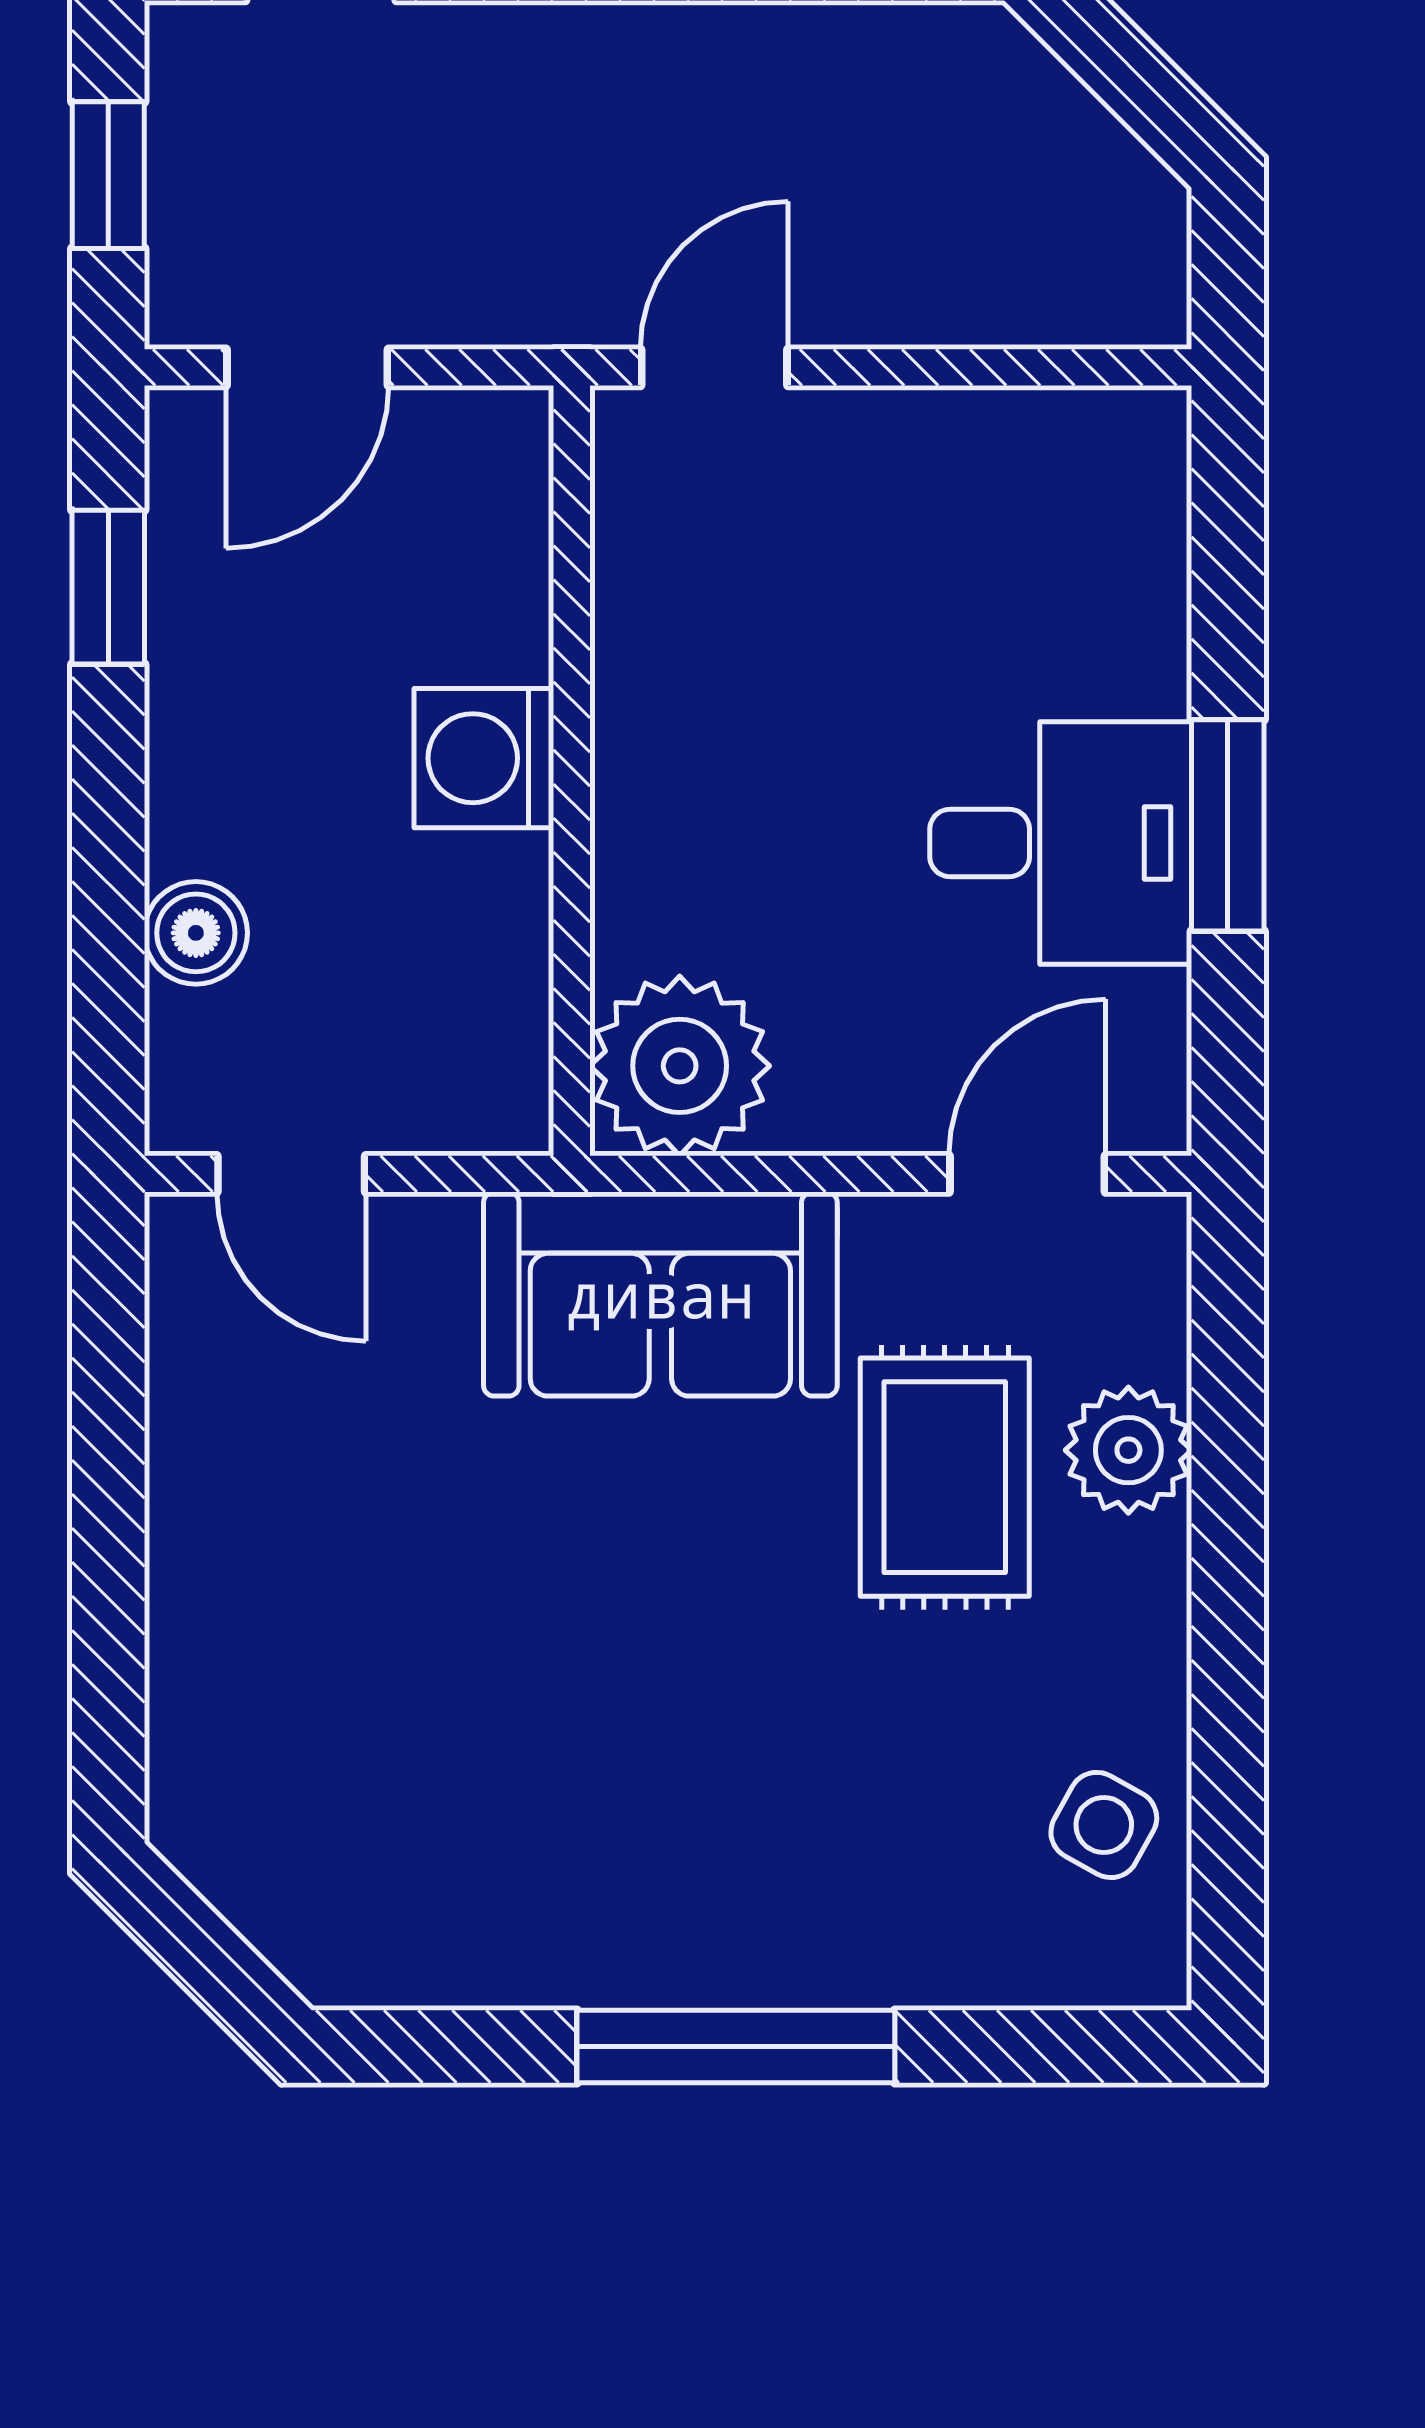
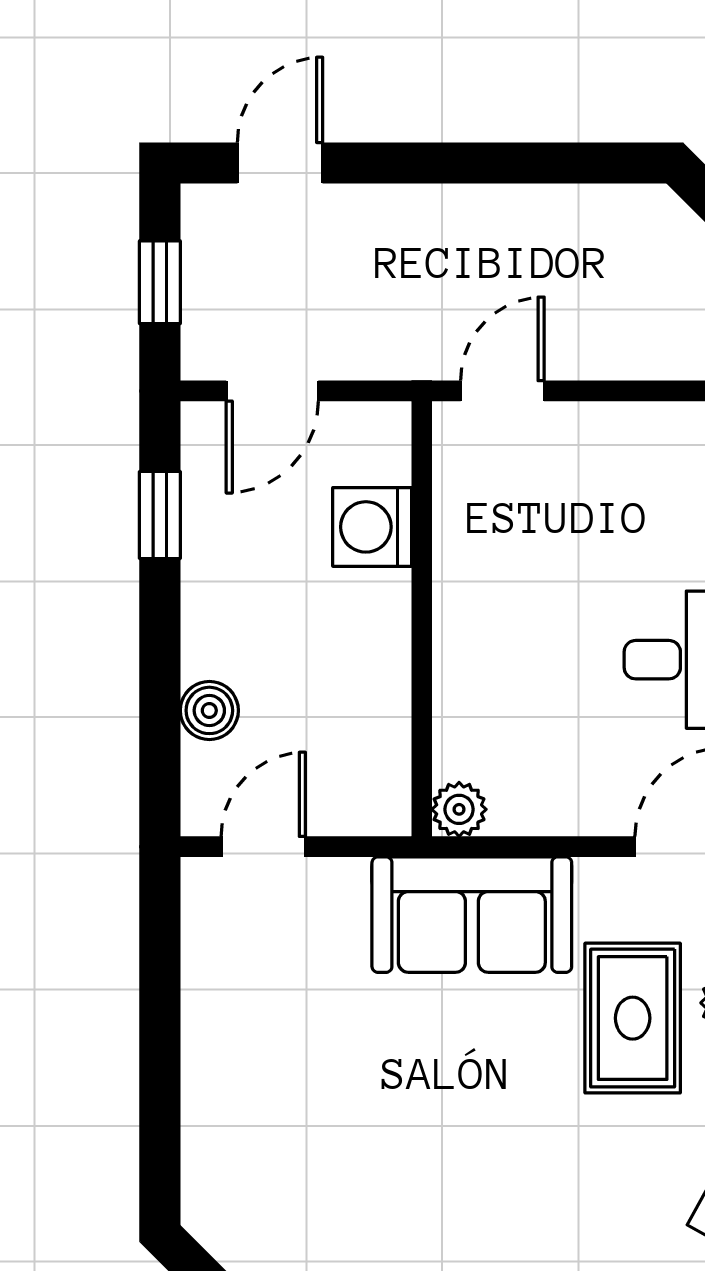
washing machine: (484, 758) -> (372, 527), moved
plant: (680, 1066) -> (459, 809), width x0.53, depth x0.53
door: (291, 1174) -> (263, 847), swing flipped

